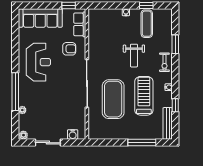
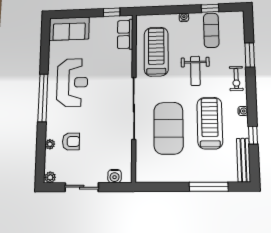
sofa: (40, 18) -> (69, 29), width x0.73
treadmill: (104, 39) -> (156, 52), added
armchair: (69, 49) -> (71, 142), moved
window: (15, 92) -> (43, 98), moved

